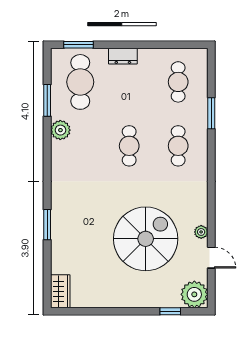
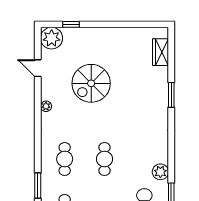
plant: (201, 232) -> (46, 106), moved
spiral stairs: (146, 239) -> (91, 83), width x0.73, depth x0.73
wardrobe: (60, 291) -> (161, 52), moved

